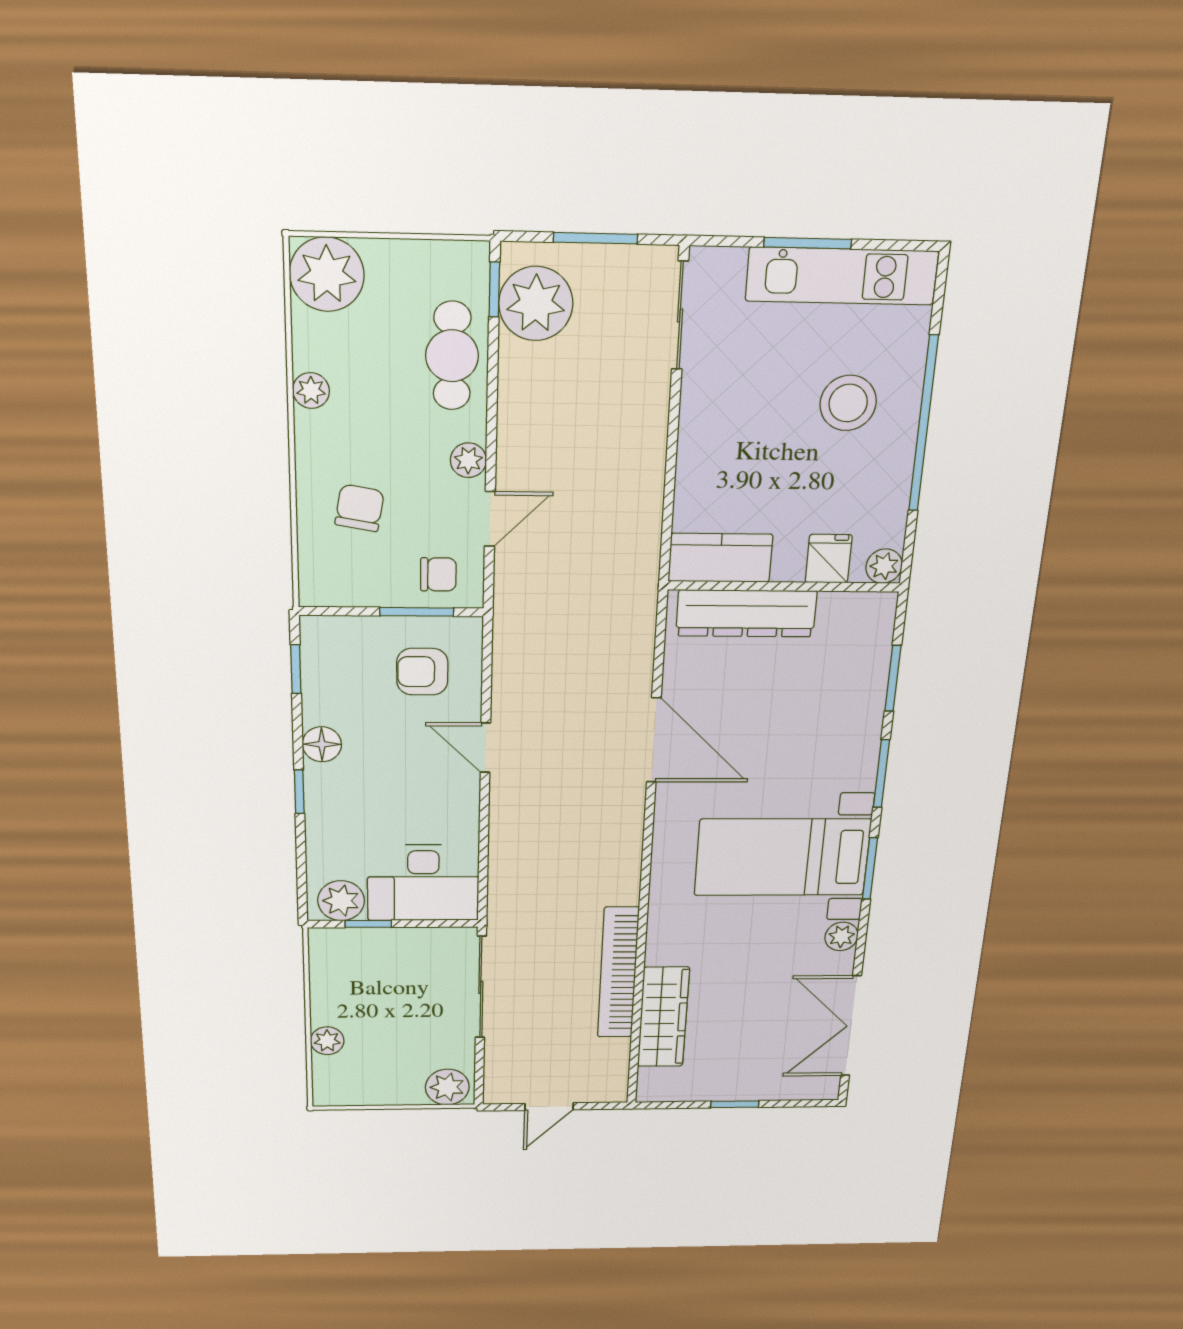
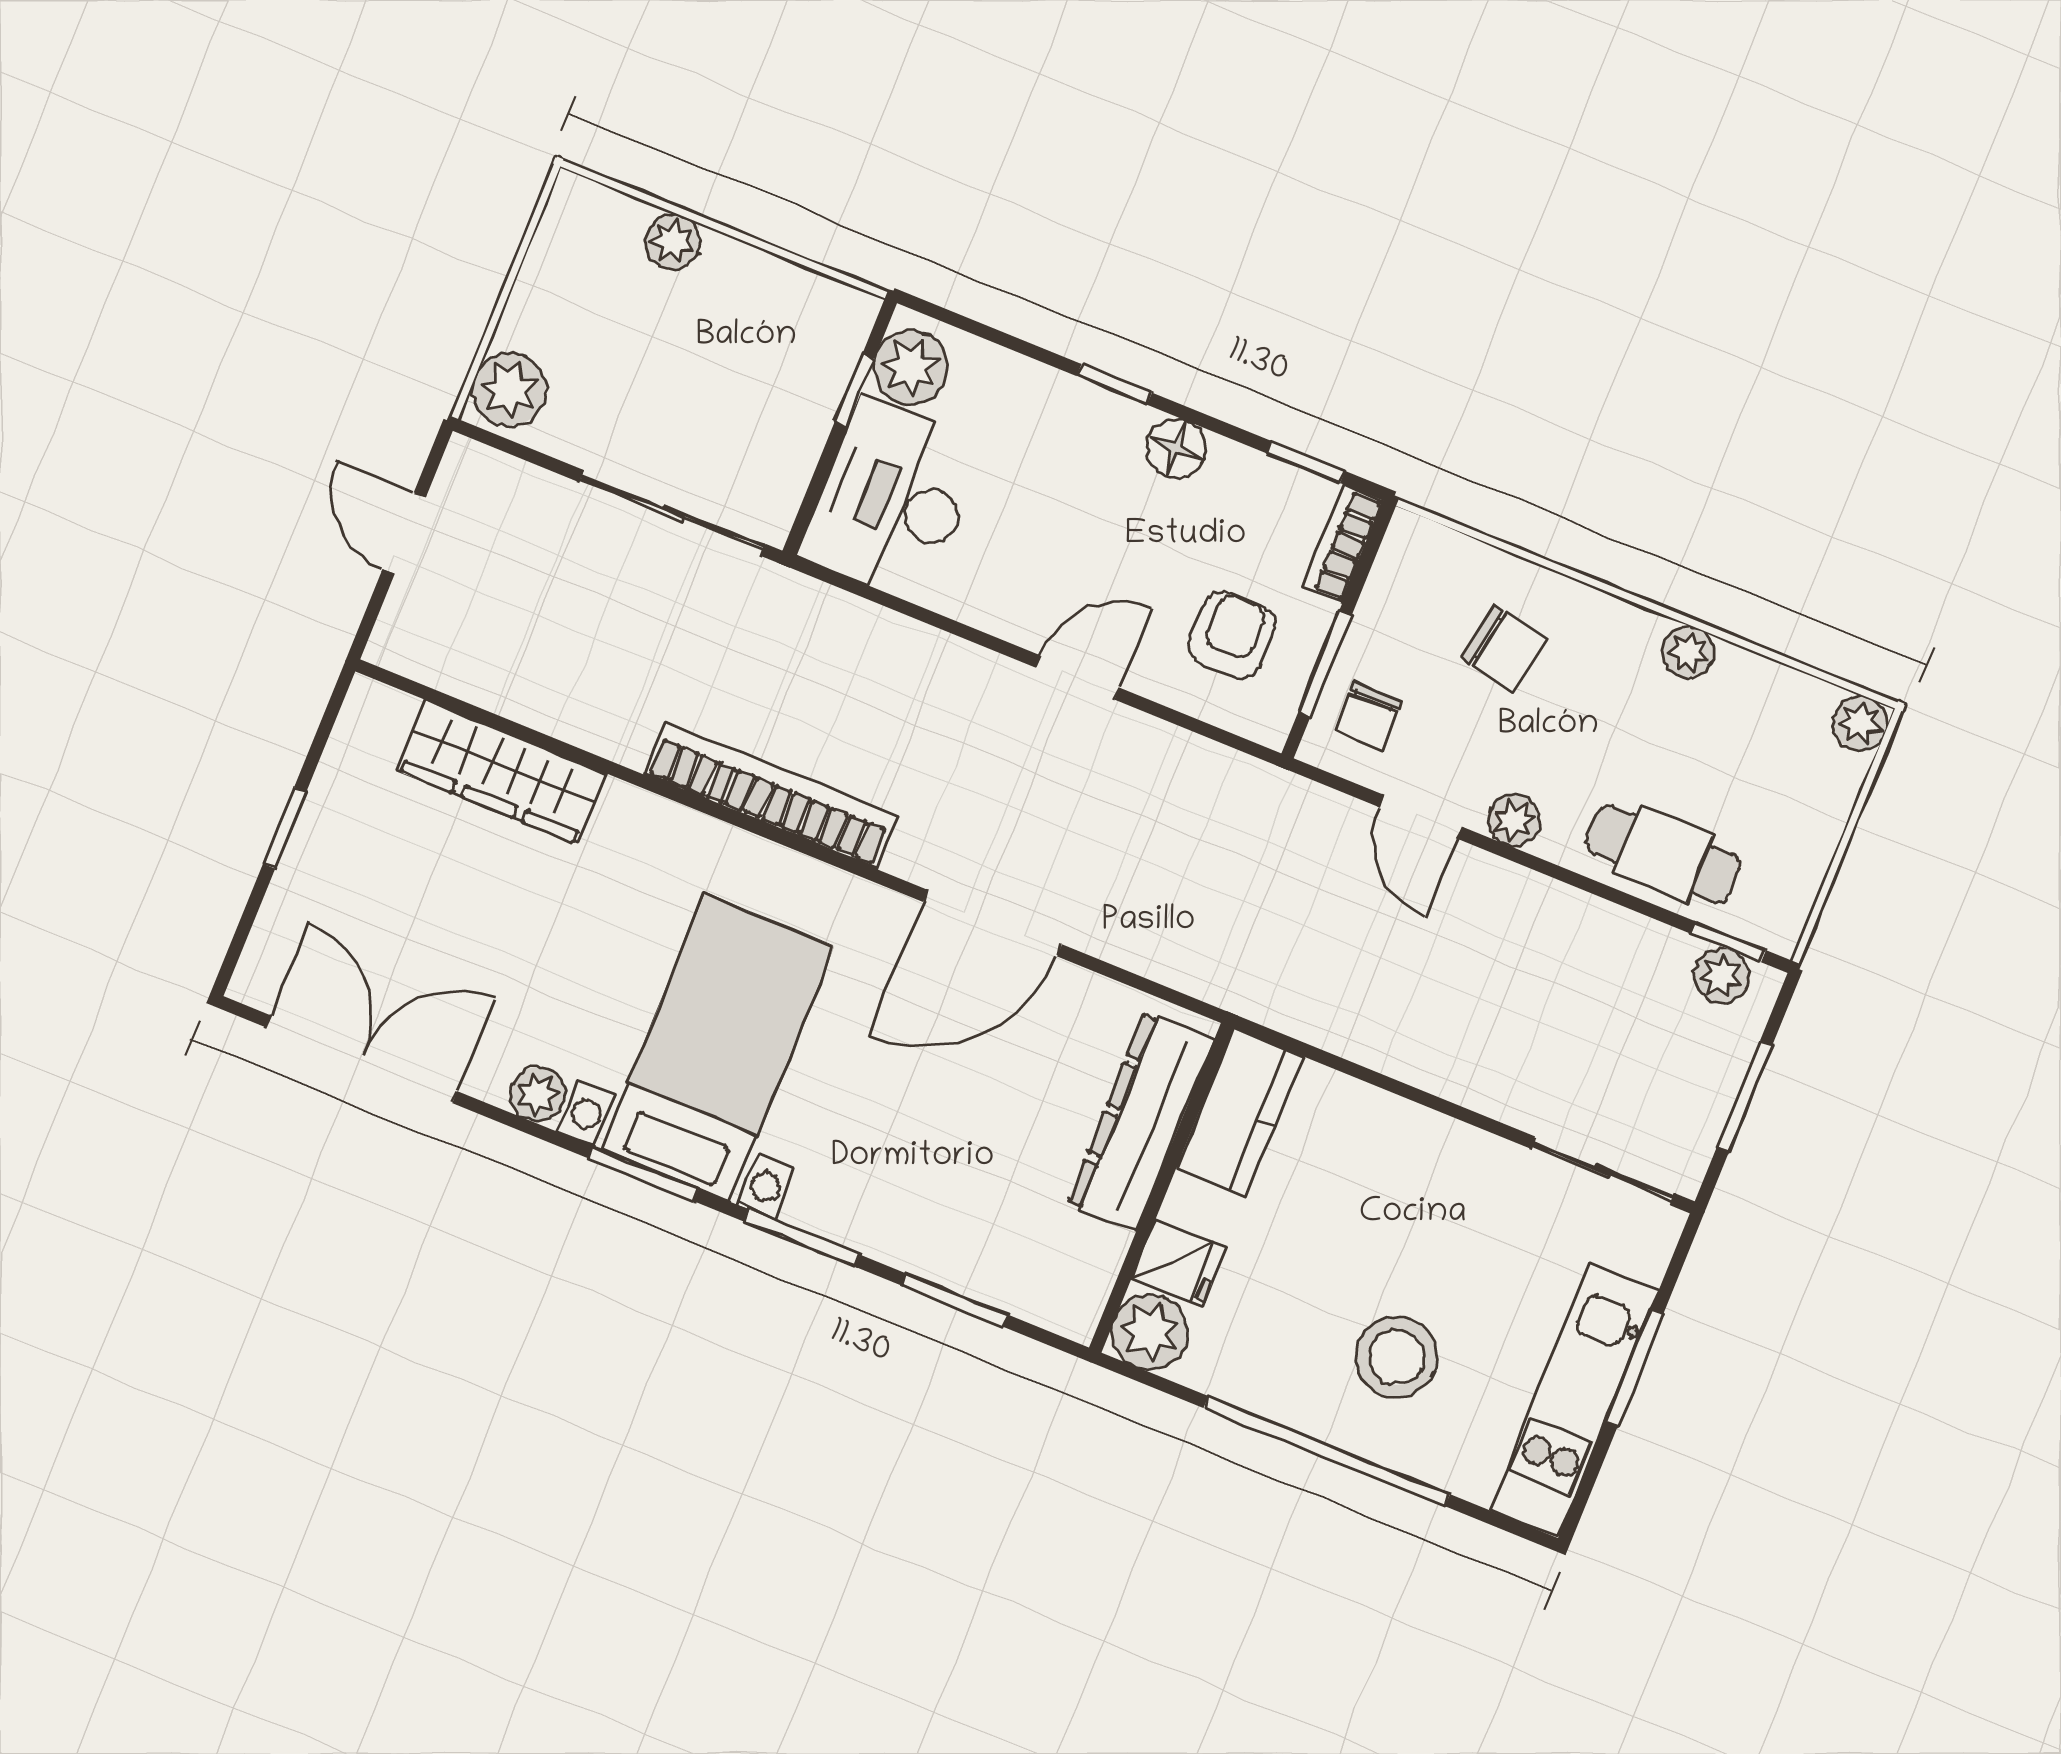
plant: (327, 274) -> (1860, 723), width x0.53, depth x0.53
plant: (536, 304) -> (1721, 976), width x0.53, depth x0.53
plant: (884, 566) -> (1150, 1332), width x1.38, depth x1.38
bookcase: (336, 629) -> (1343, 543), added
bookcase: (618, 973) -> (770, 795), moved

